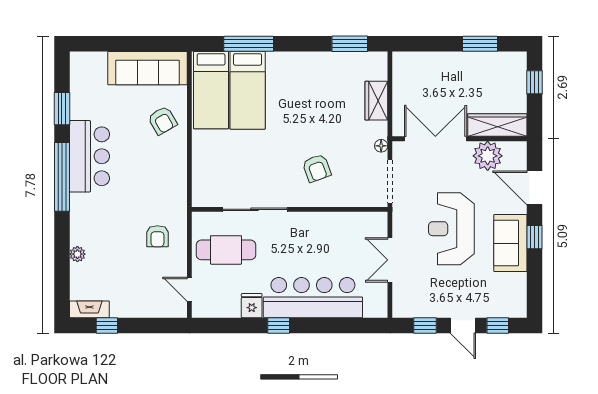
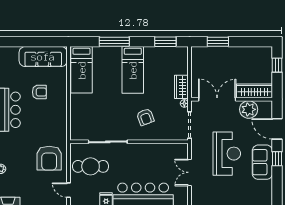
window: (249, 44) -> (114, 42), moved
window: (480, 44) -> (218, 42), moved
bed: (248, 90) -> (133, 70), moved
wardrobe: (376, 101) -> (181, 87), moved
armchair: (162, 120) -> (39, 92), moved, turned -60
reception desk: (451, 229) -> (227, 154), turned 180
armchair: (157, 236) -> (49, 158), width x1.88, depth x1.88

